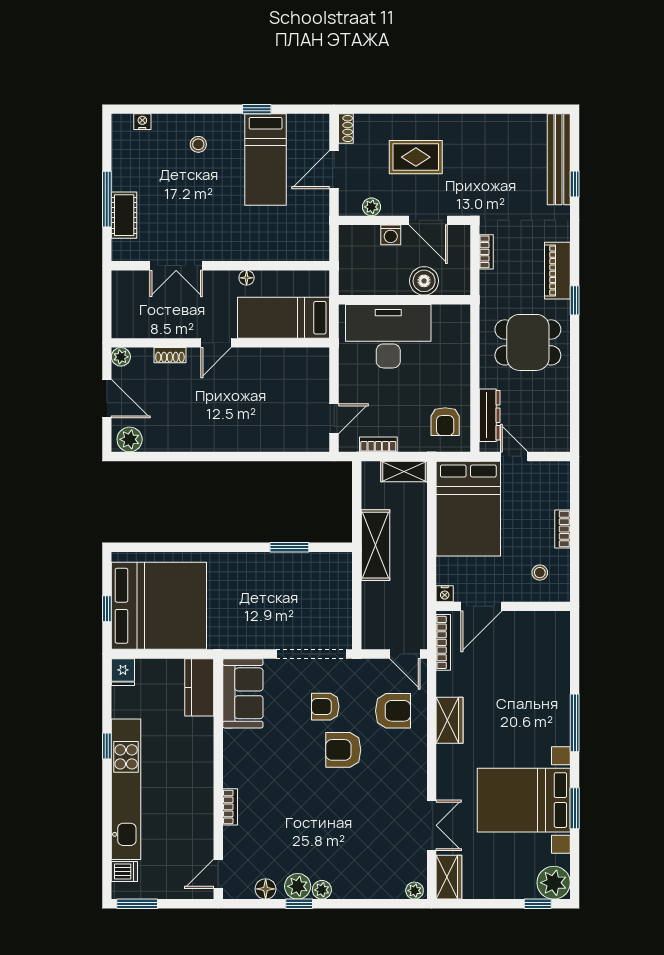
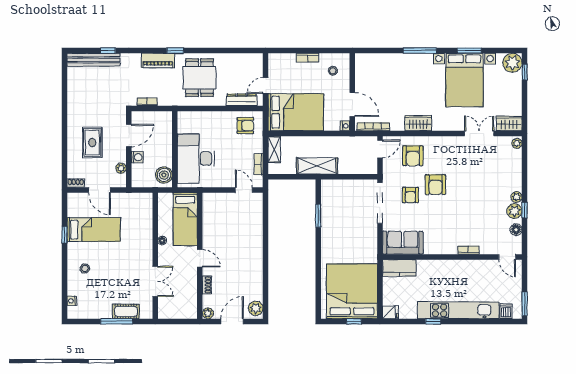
boiler: (424, 281) -> (164, 175), moved
armchair: (393, 711) -> (413, 156), turned 180

